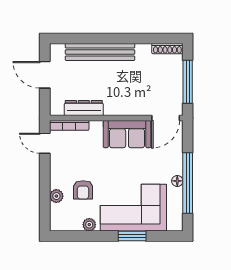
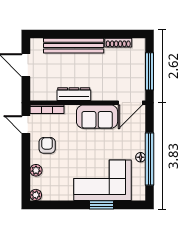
shoe rack: (167, 49) -> (118, 43), moved
dresser: (84, 108) -> (74, 94), moved
armchair: (83, 190) -> (47, 145), moved, turned 180
plant: (89, 225) -> (36, 195), moved

